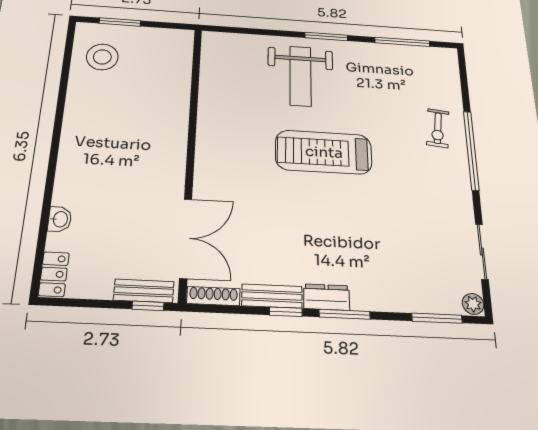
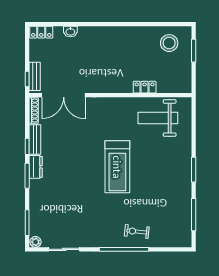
weight bench: (300, 76) -> (158, 118), moved
locker: (179, 100) -> (145, 87), added
treadmill: (324, 152) -> (117, 167), turned 180

